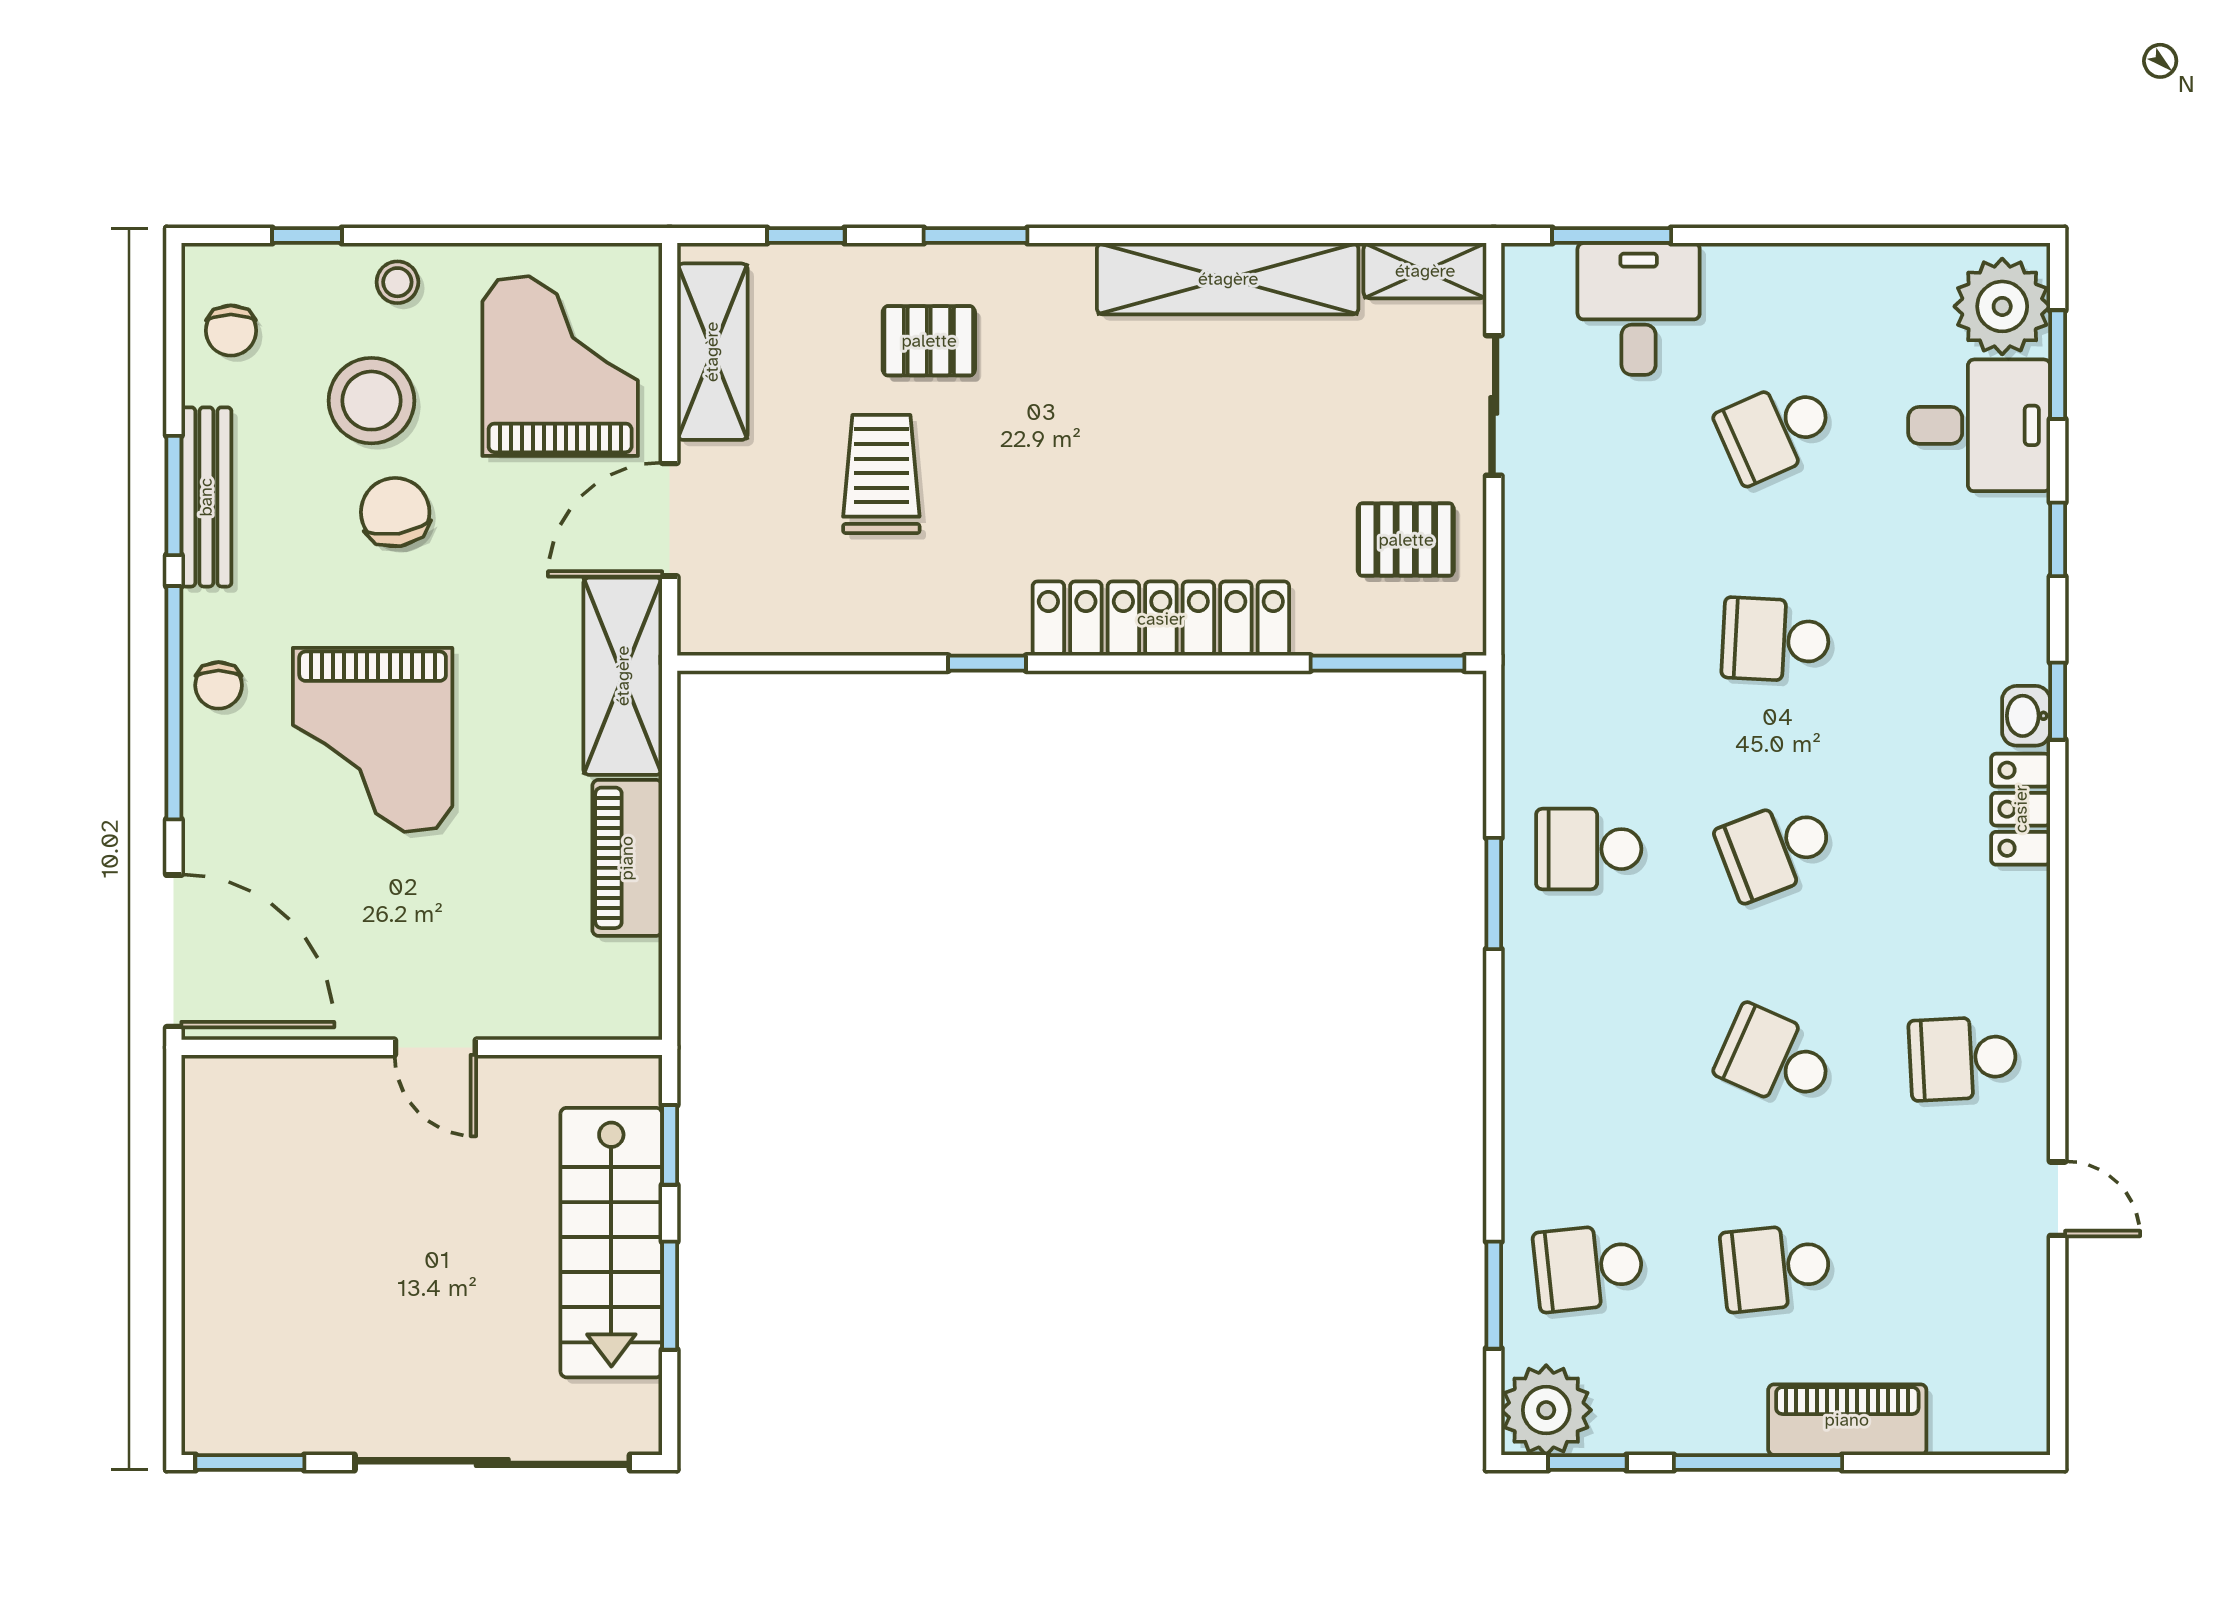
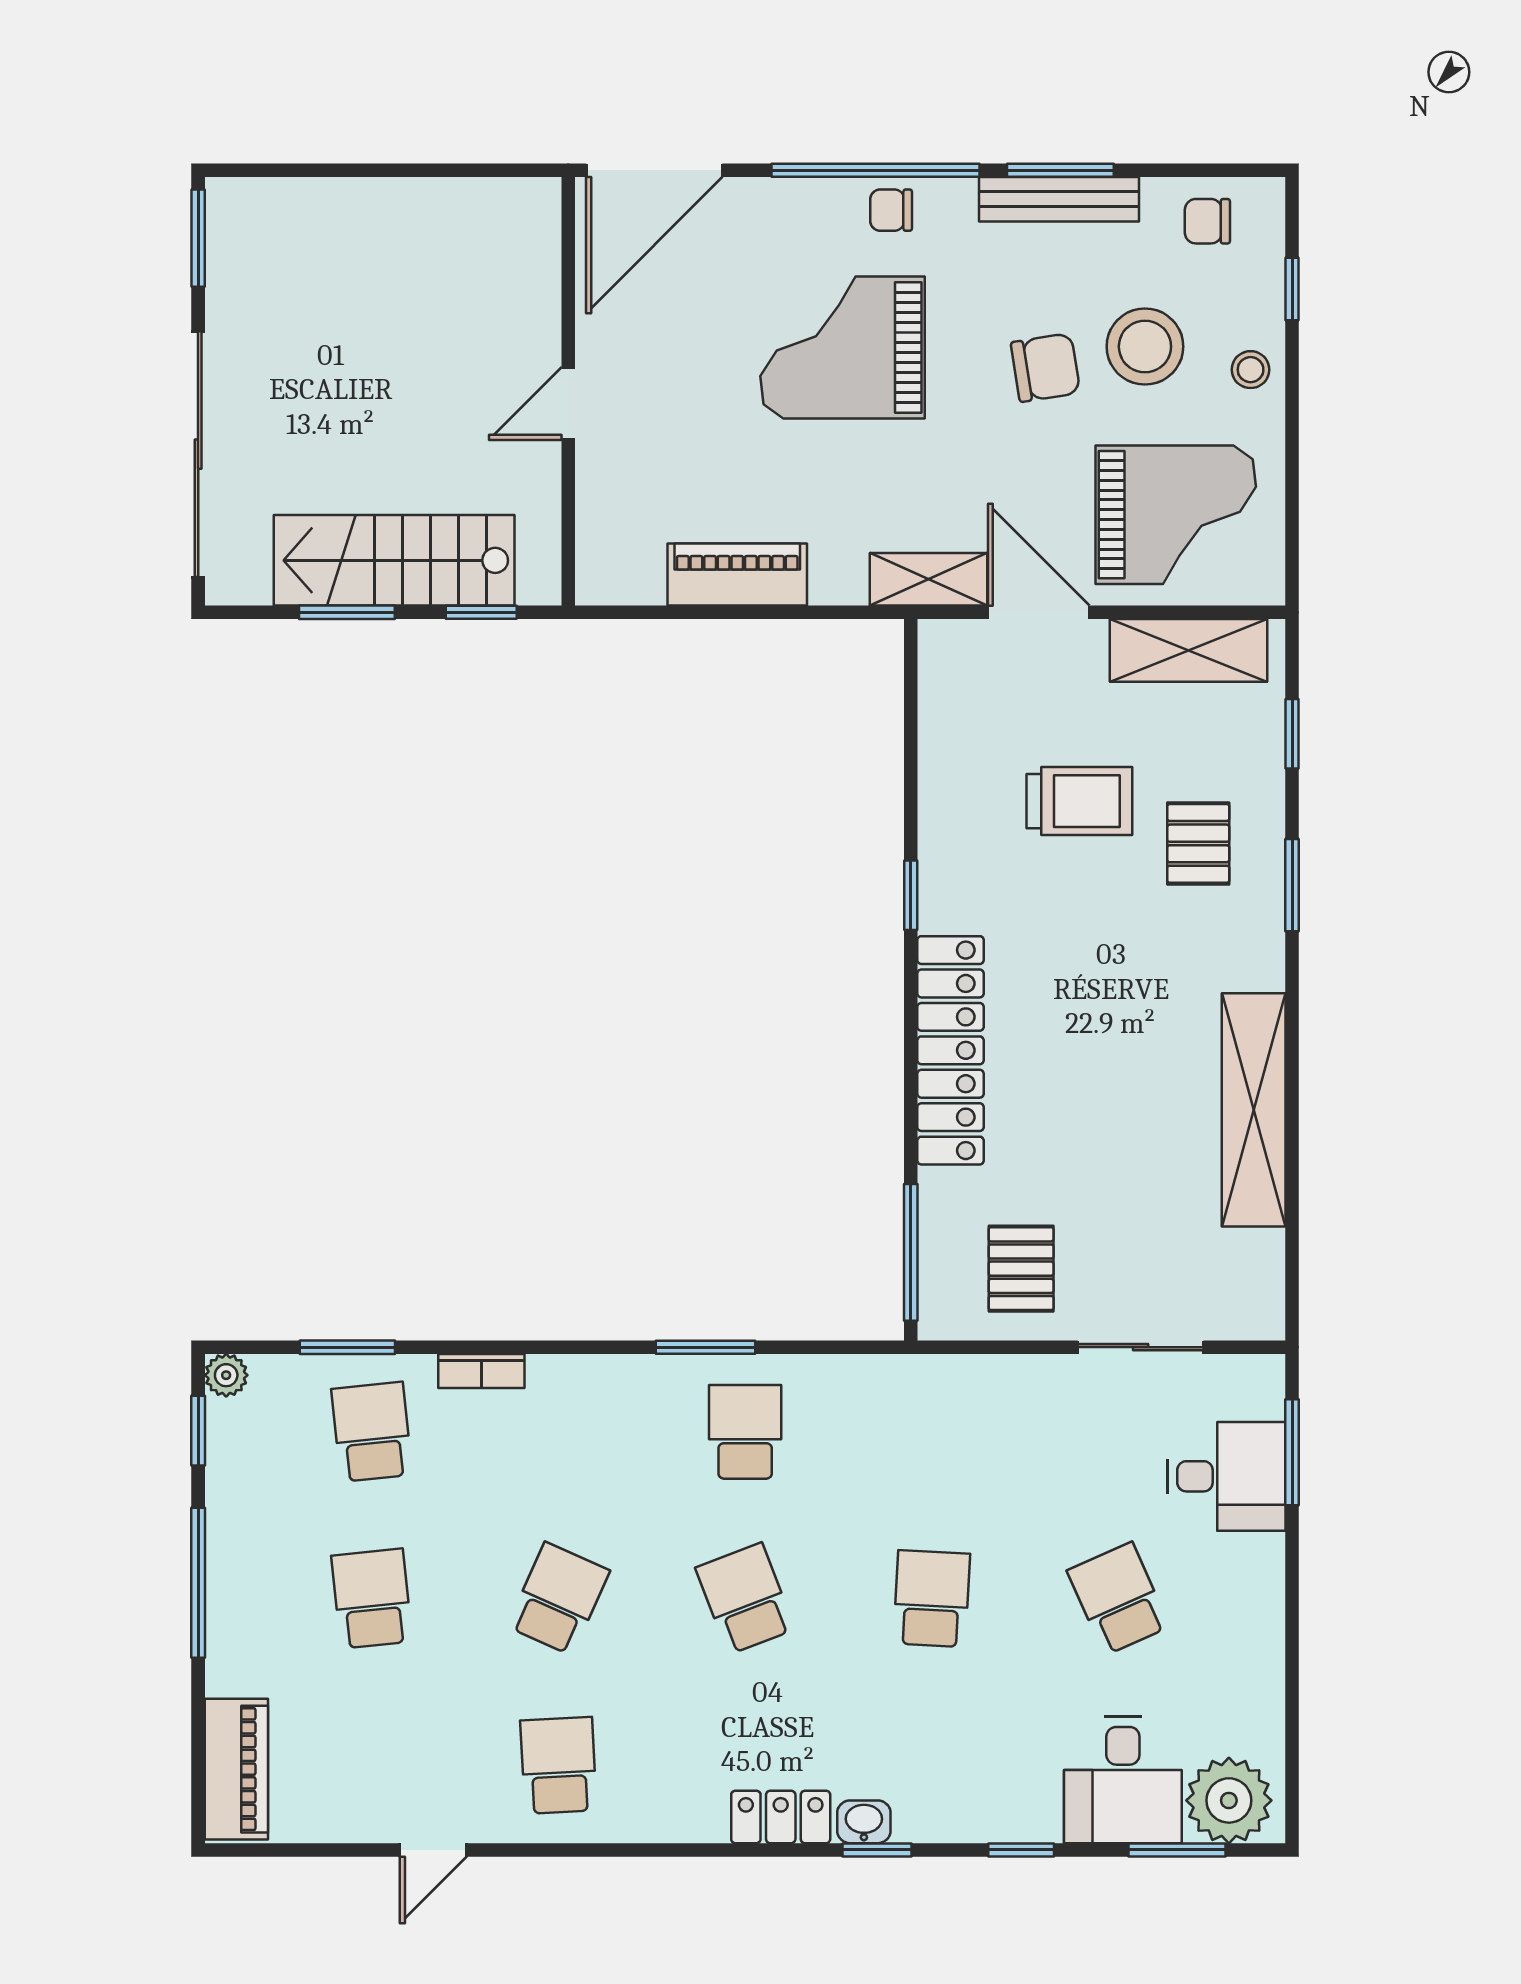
shelving: (1425, 271) -> (1261, 1286), removed
shelving: (623, 676) -> (928, 579), width x0.67, depth x0.75
bookcase: (1520, 1145) -> (481, 1371), added
plant: (1546, 1410) -> (226, 1375), width x0.53, depth x0.53
piano: (1847, 1420) -> (236, 1769), moved

